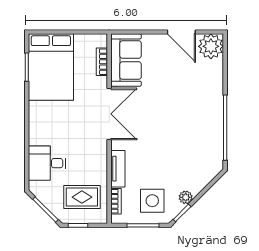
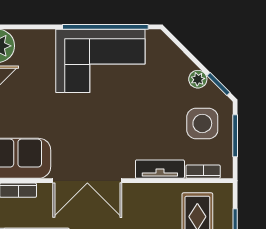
double door: (109, 114) -> (87, 181), swing flipped
corner sofa: (200, 124) -> (100, 61), added

